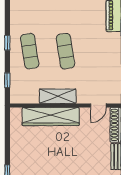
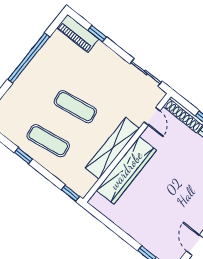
window: (7, 80) -> (70, 193), moved
shelving: (58, 96) -> (112, 148), width x1.47

